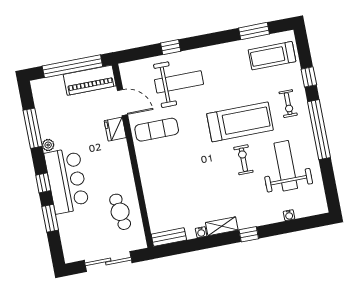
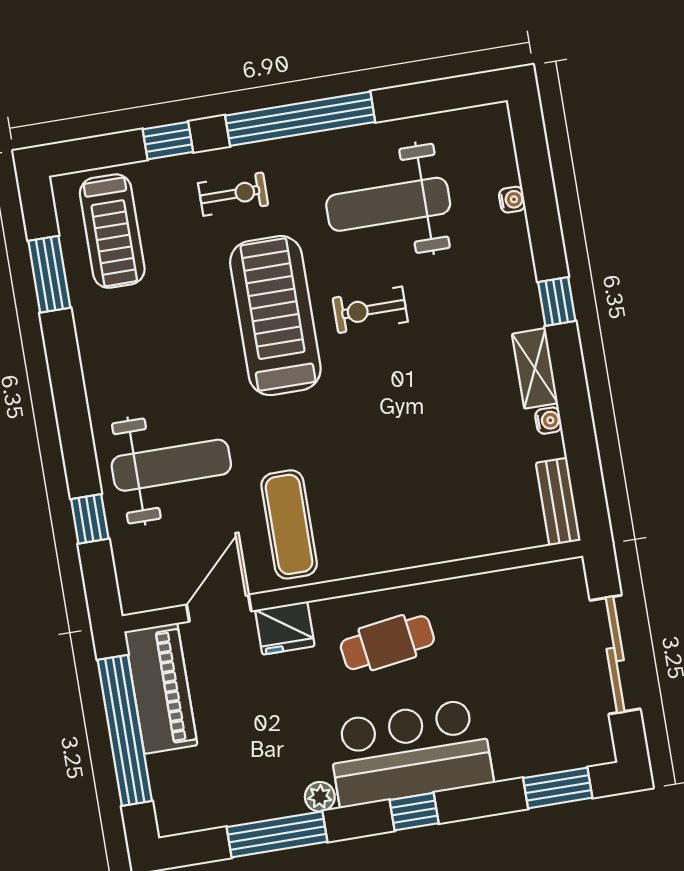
window: (171, 47) -> (90, 519), moved
weight bench: (179, 82) -> (171, 465), turned 90
cafe table: (120, 212) -> (387, 643), moved
window: (50, 218) -> (558, 788), moved

